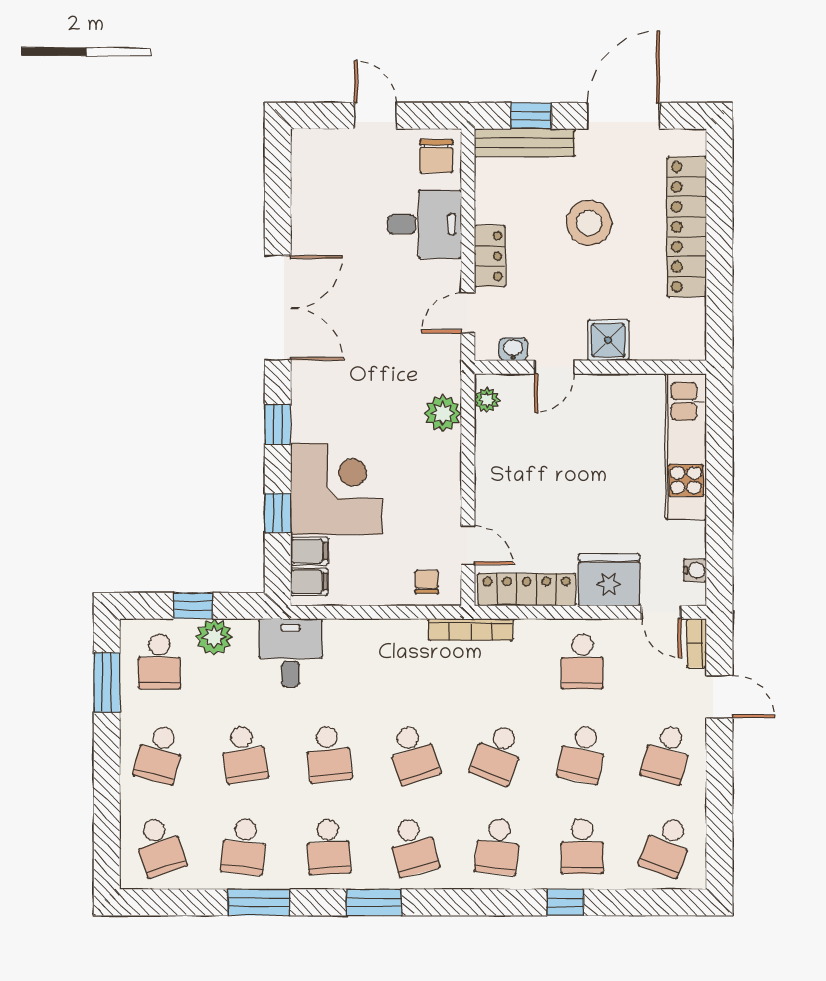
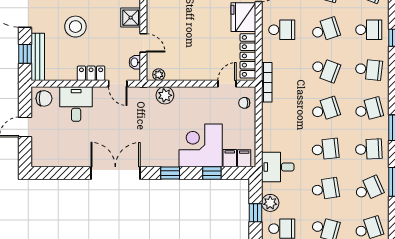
school desk: (582, 754) -> (325, 30), turned -30
school desk: (244, 846) -> (369, 189), turned -30

